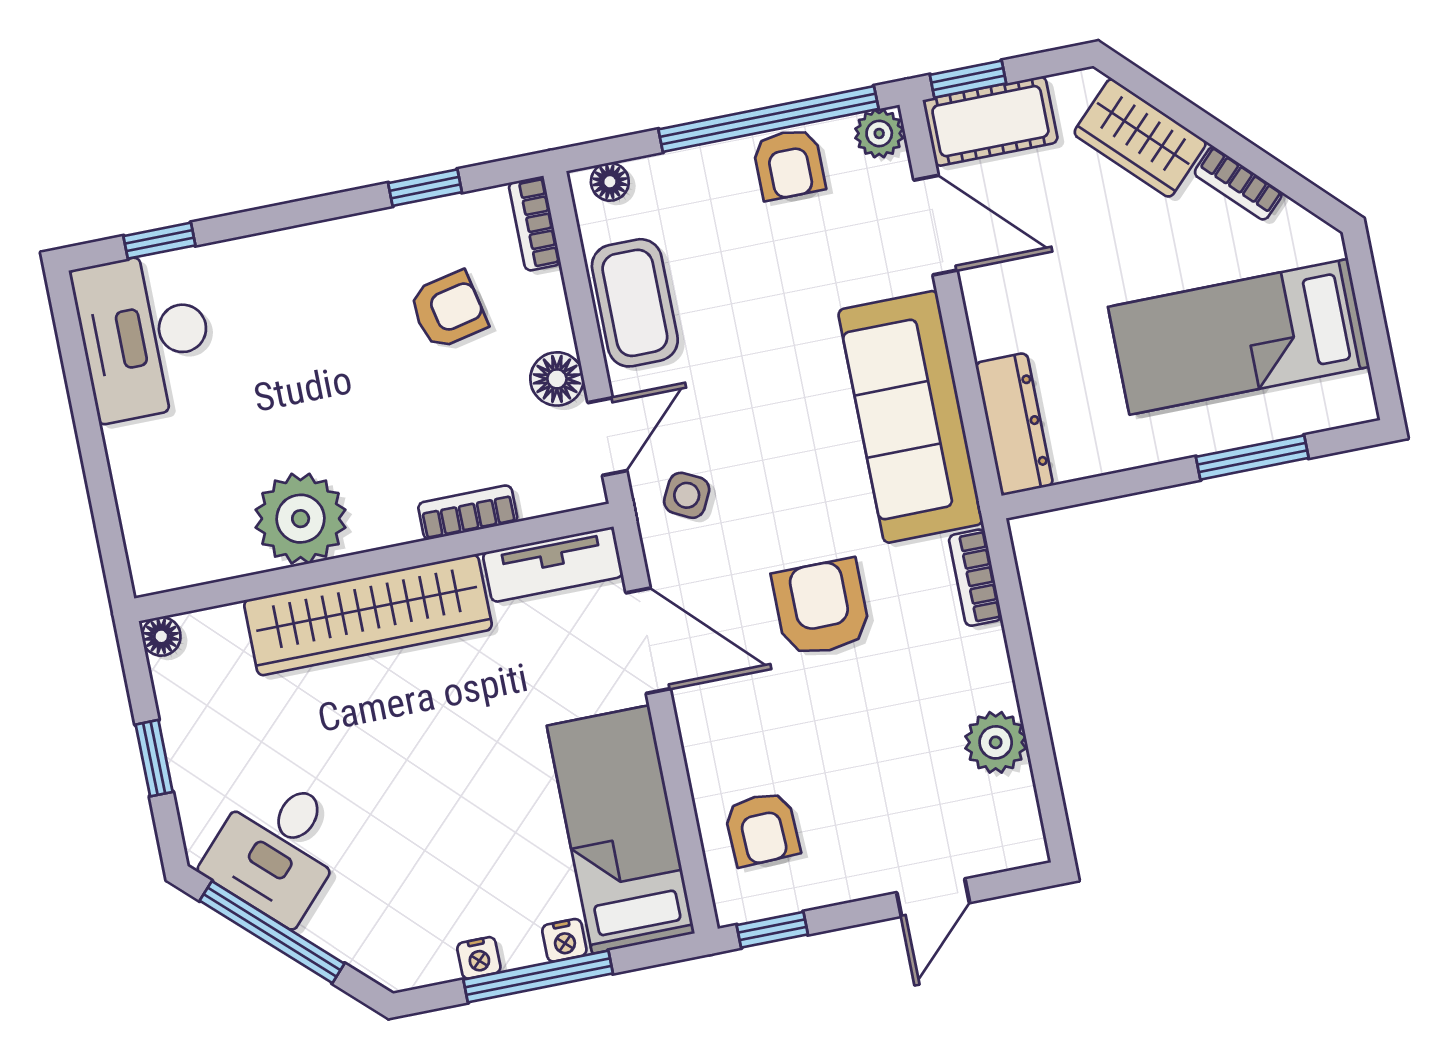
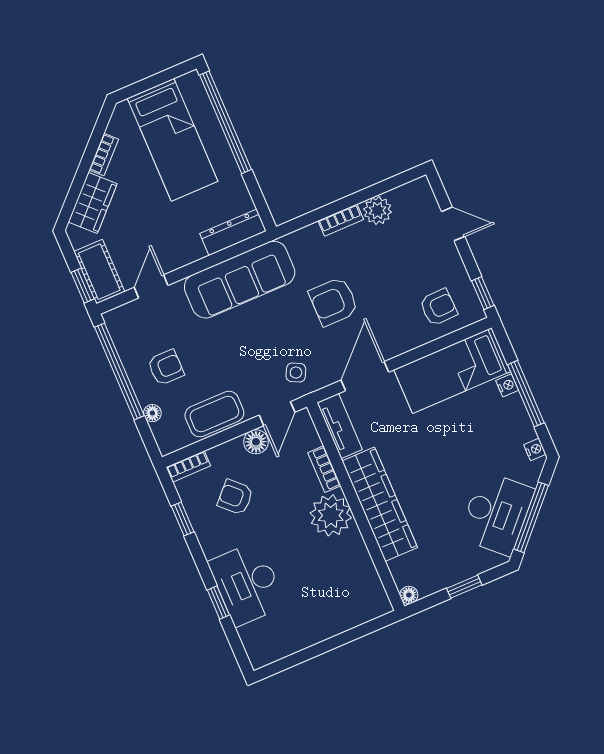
plant: (879, 133) -> (115, 320), removed
armchair: (789, 164) -> (166, 367), moved
floor lamp: (610, 182) -> (152, 413), moved
door: (936, 225) -> (151, 286), width x0.73
window: (159, 241) -> (218, 602), moved
armchair: (448, 310) -> (235, 497), turned -34
desk: (145, 336) -> (247, 584), moved, turned 90
door: (607, 437) -> (277, 414), swing flipped
window: (1252, 457) -> (225, 122), width x2.11
plant: (301, 519) -> (331, 515), moved
bookcase: (975, 578) -> (341, 220), moved
desk: (277, 848) -> (496, 513), width x1.37
nightstand: (479, 958) -> (535, 449), moved

